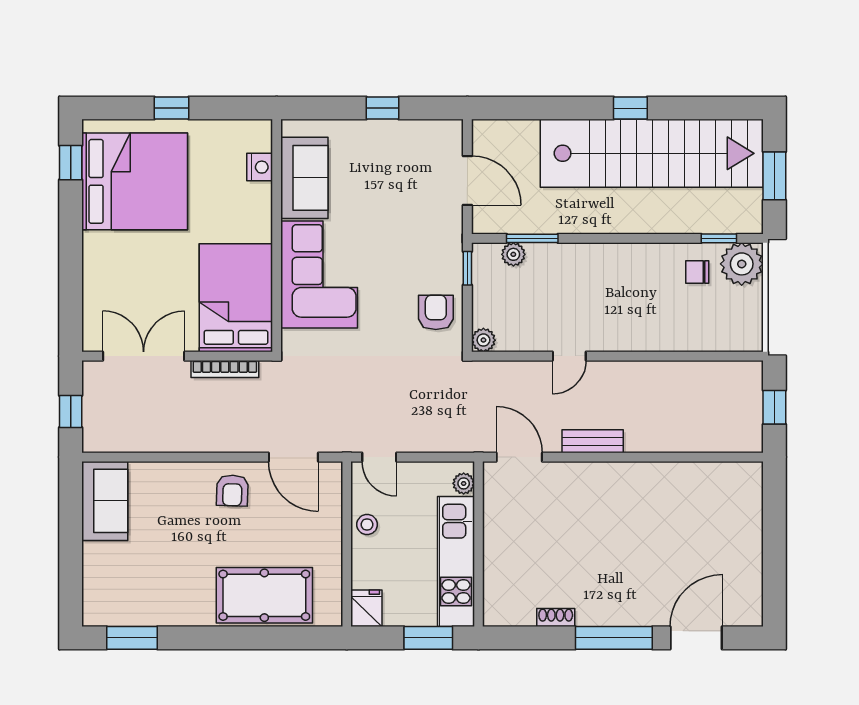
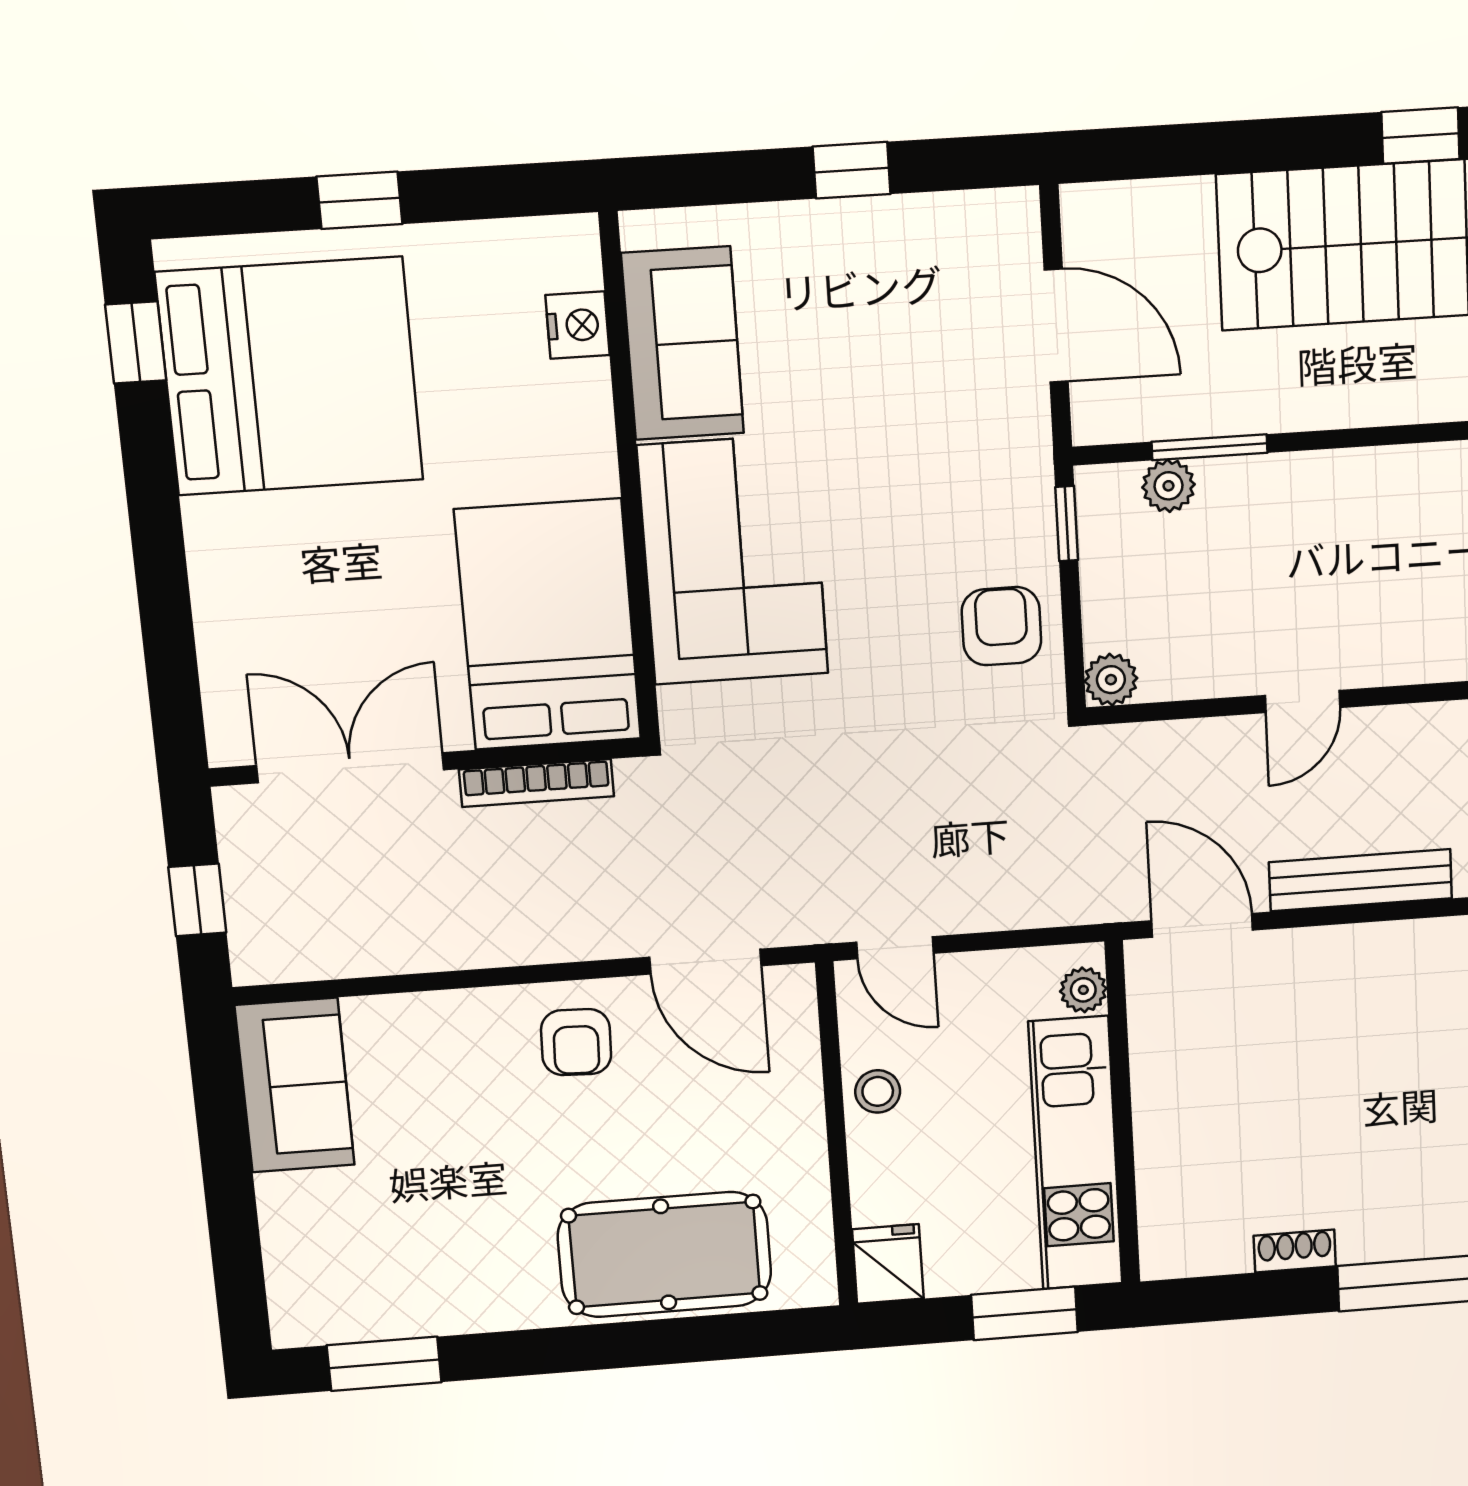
bench: (593, 441) -> (1361, 880), width x1.36

